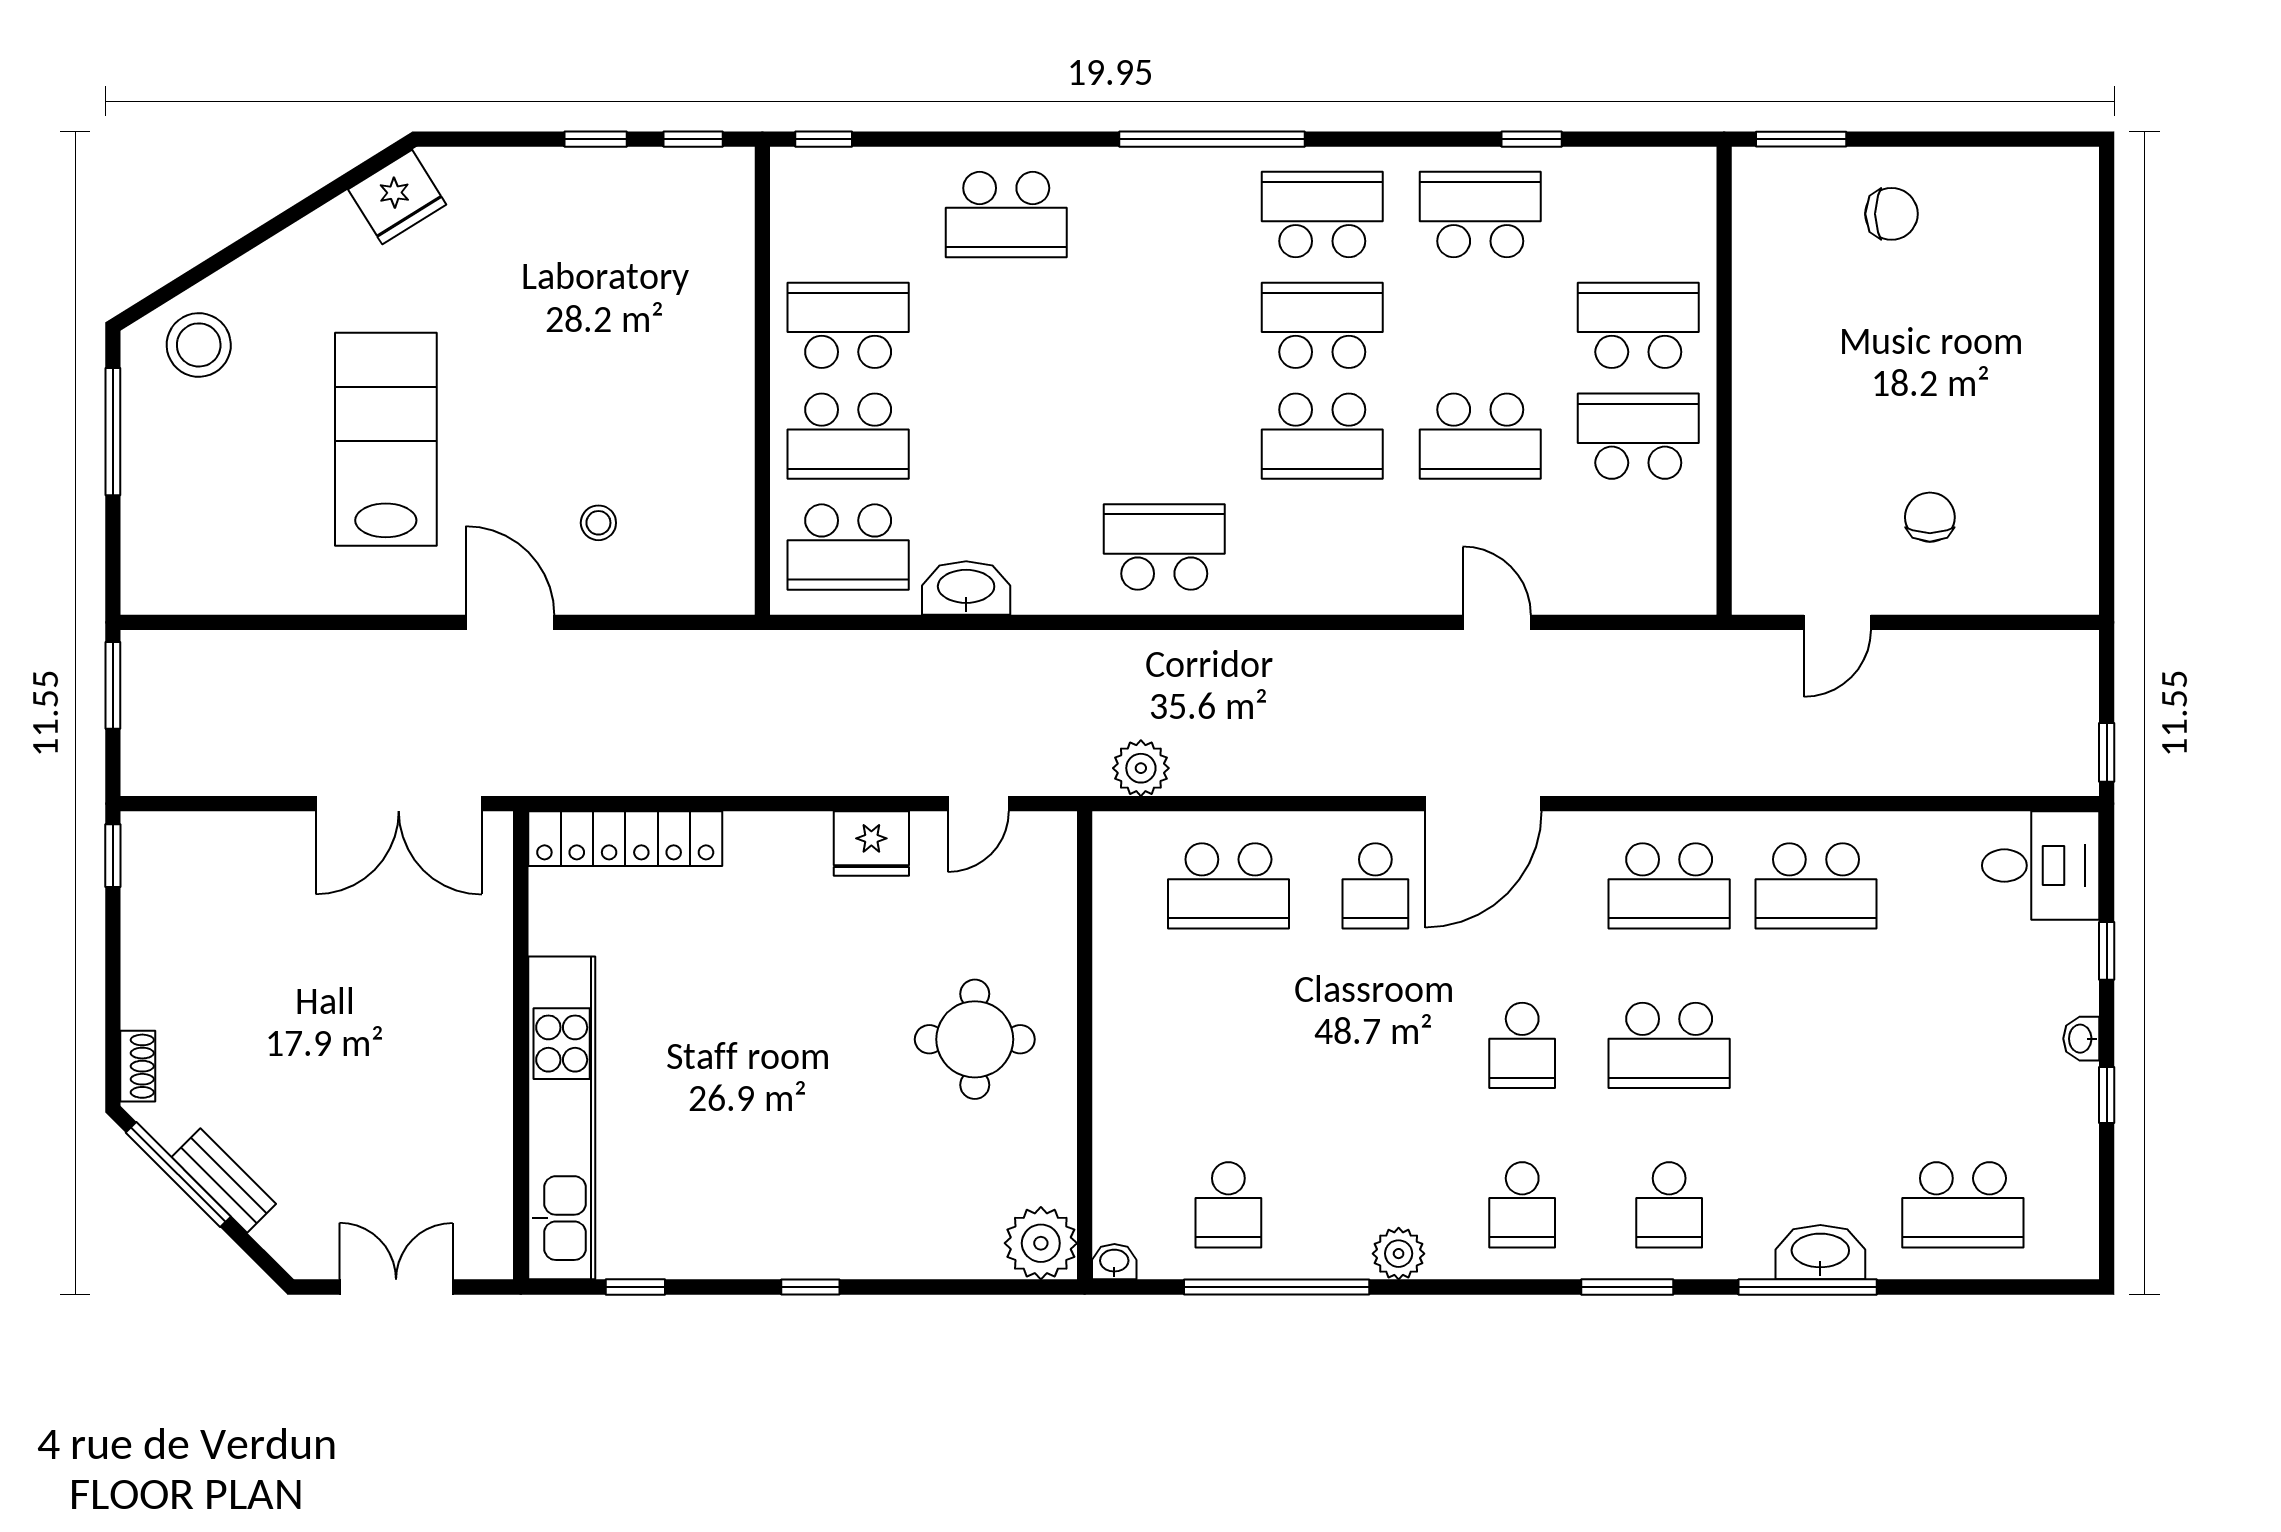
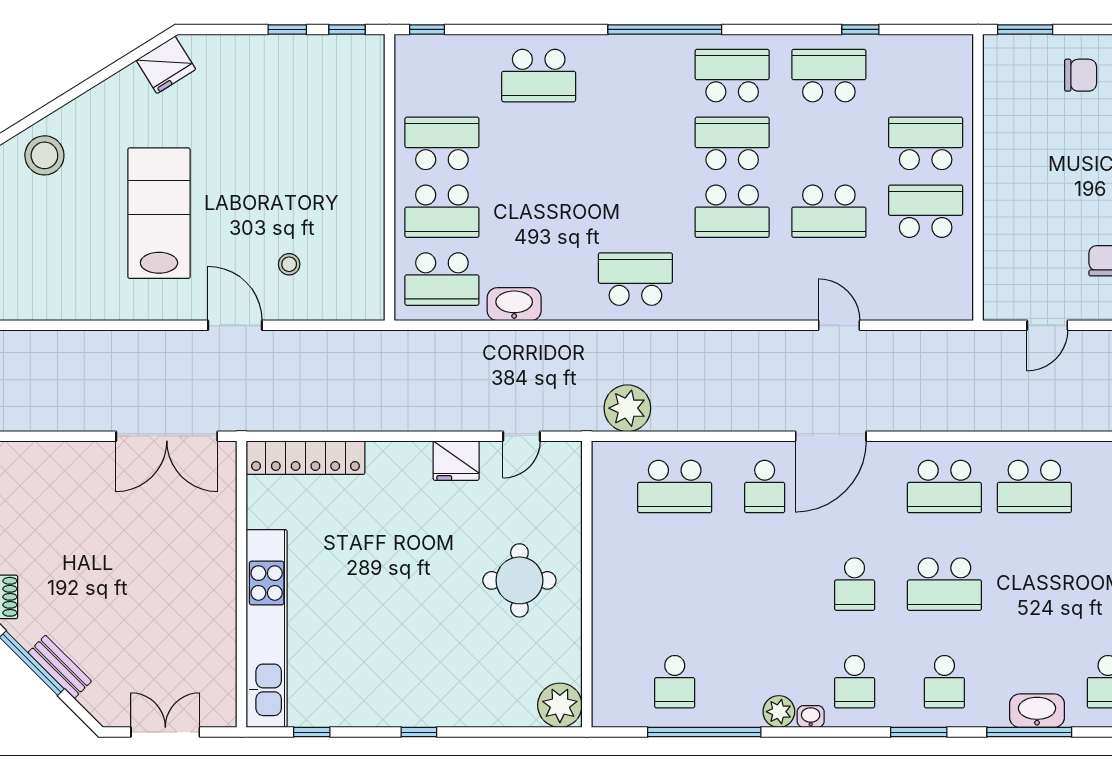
plant: (1141, 768) -> (627, 408), width x1.36, depth x1.36
washbasin: (1114, 1262) -> (811, 716), moved

